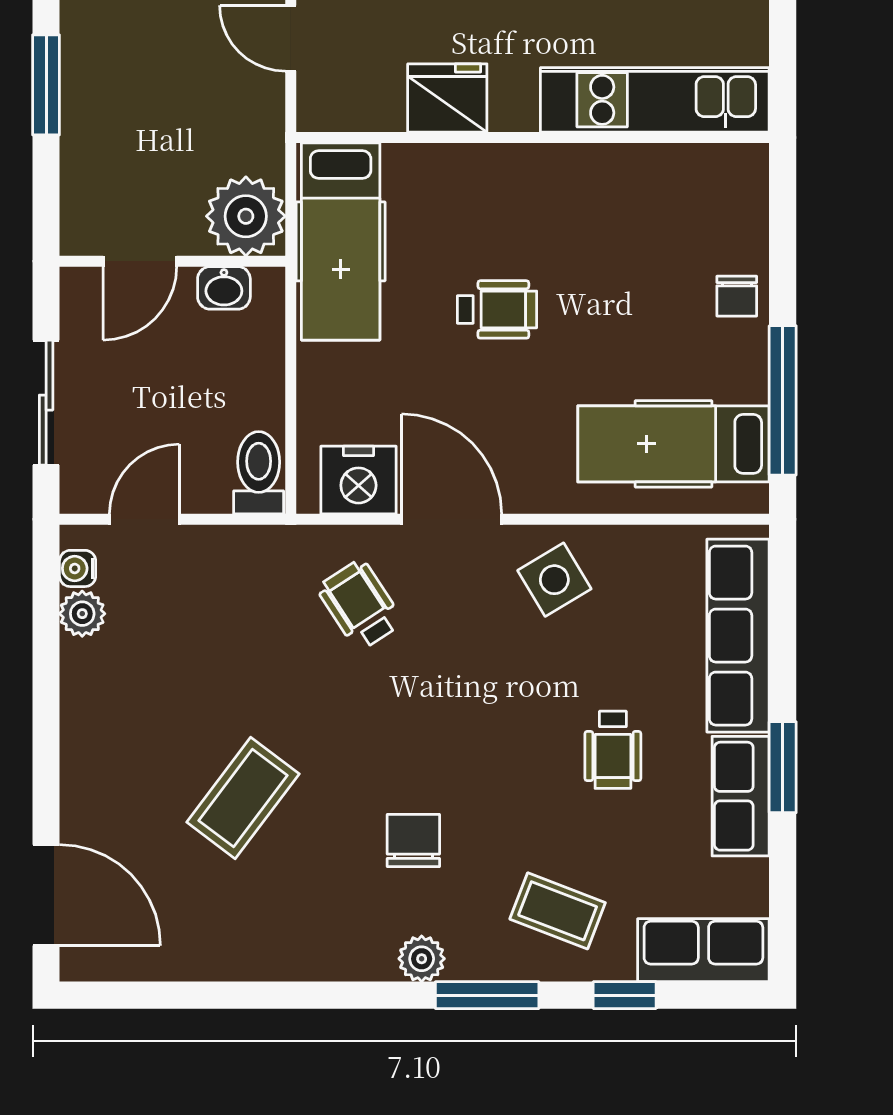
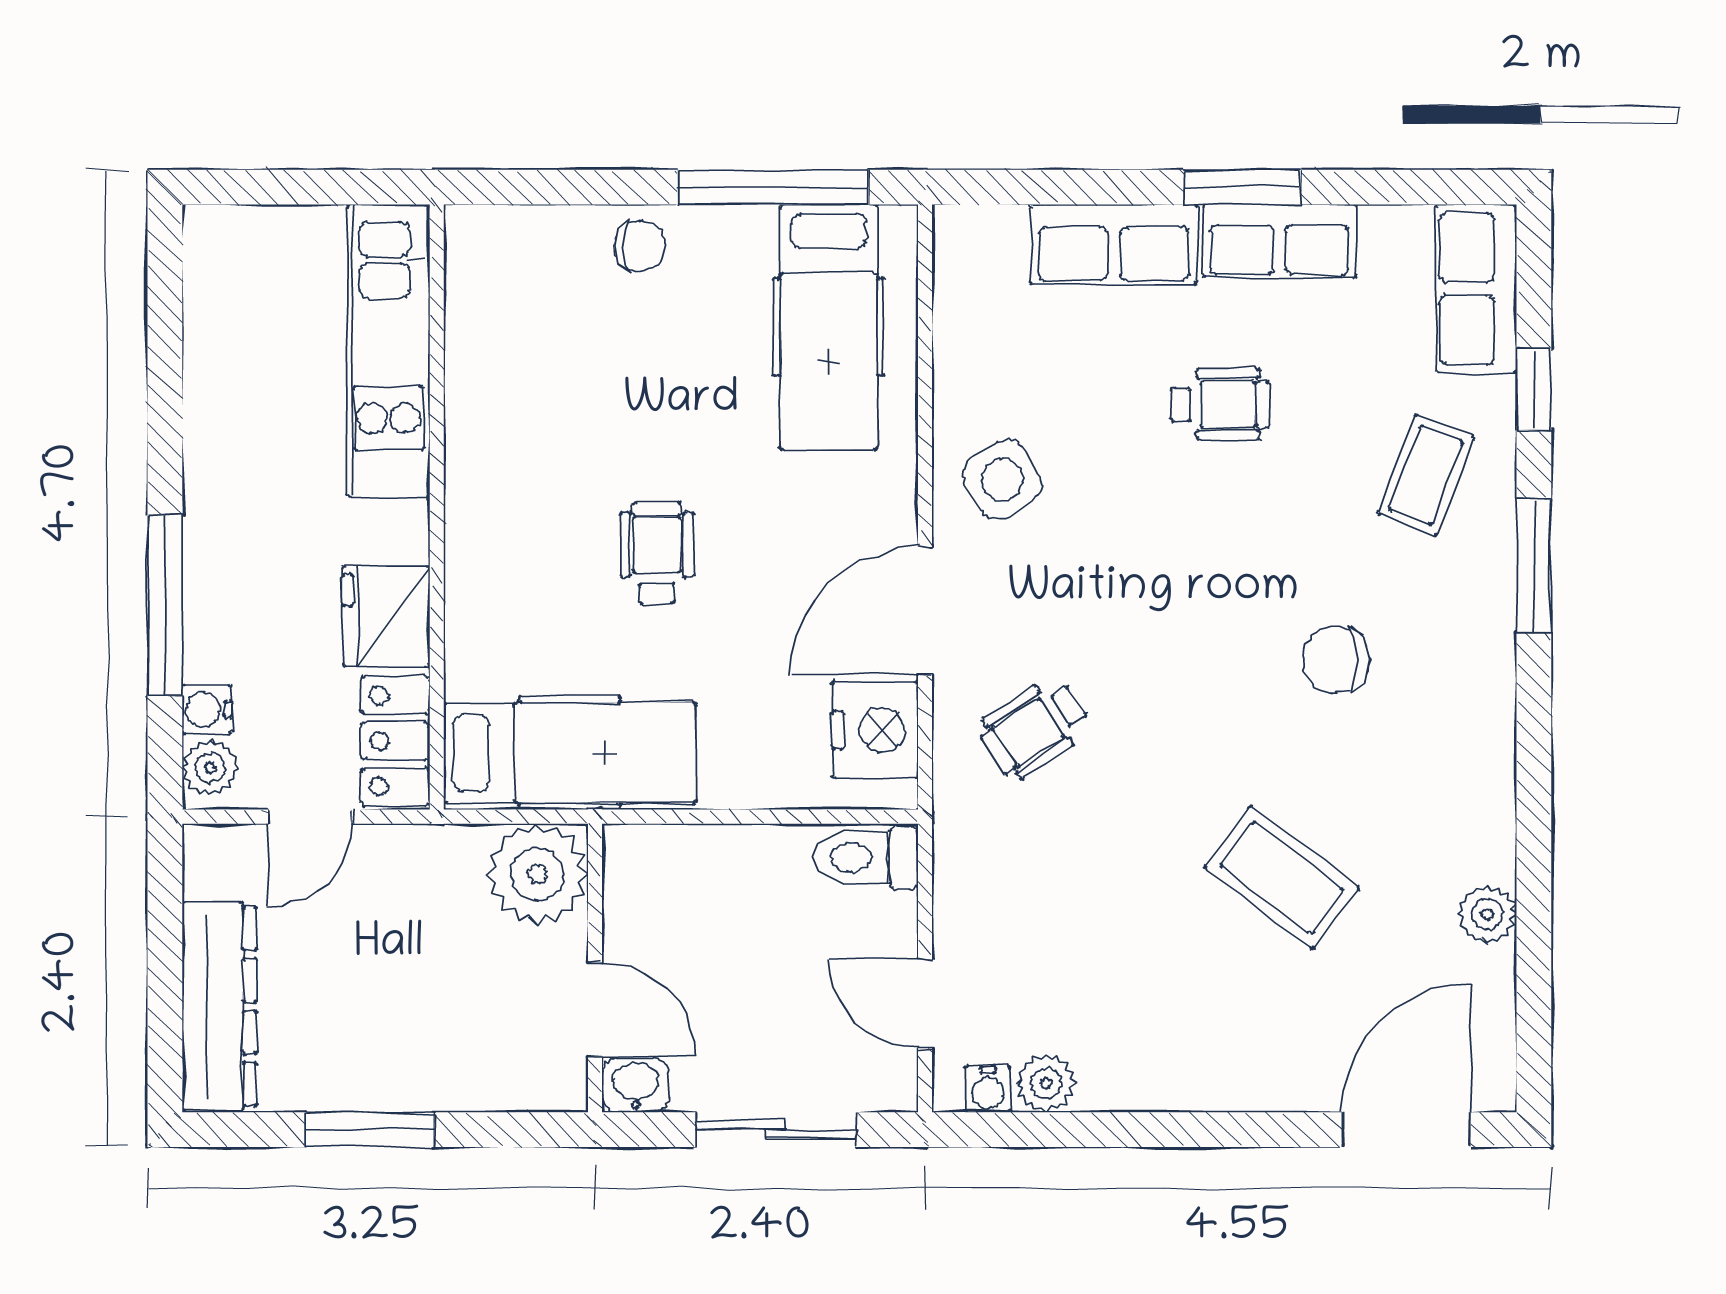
locker: (350, 105) -> (395, 741), added
washbasin: (224, 288) -> (636, 1085), moved, turned -90
row of seats: (738, 636) -> (1114, 244), width x0.68
plant: (422, 959) -> (1487, 914), moved

